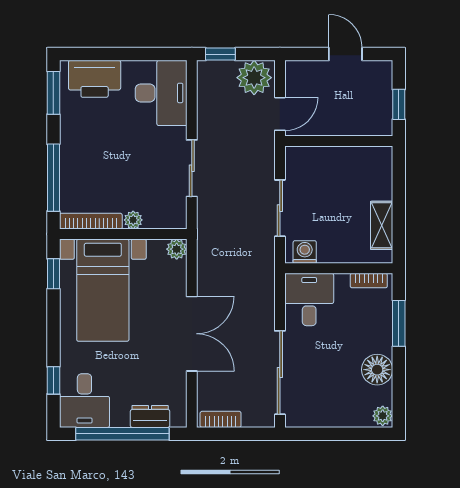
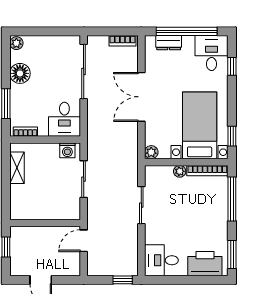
plant: (254, 78) -> (101, 265), removed
desk: (161, 93) -> (161, 260), width x0.73

